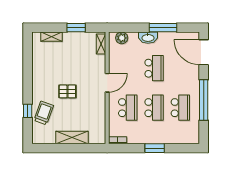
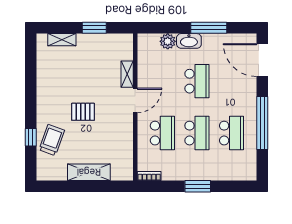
plant: (122, 38) -> (168, 41), moved
shelving: (101, 44) -> (127, 74), moved

